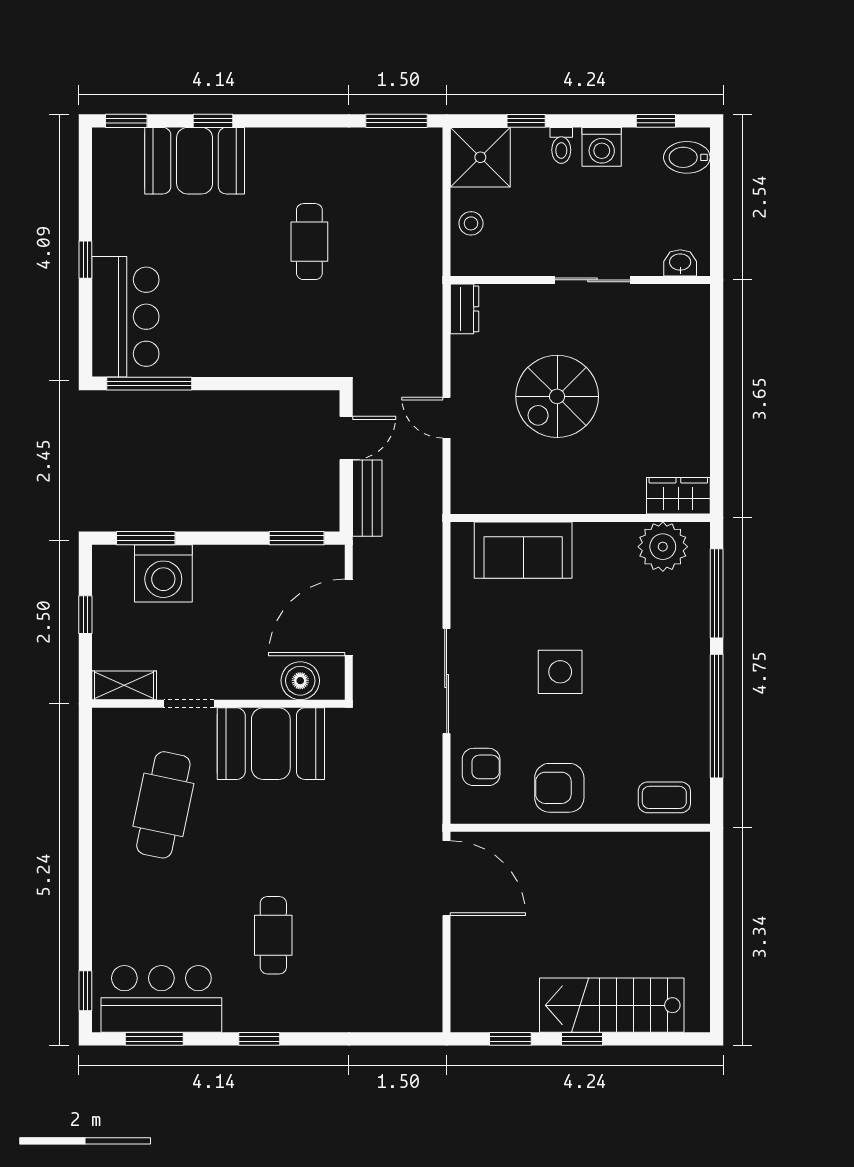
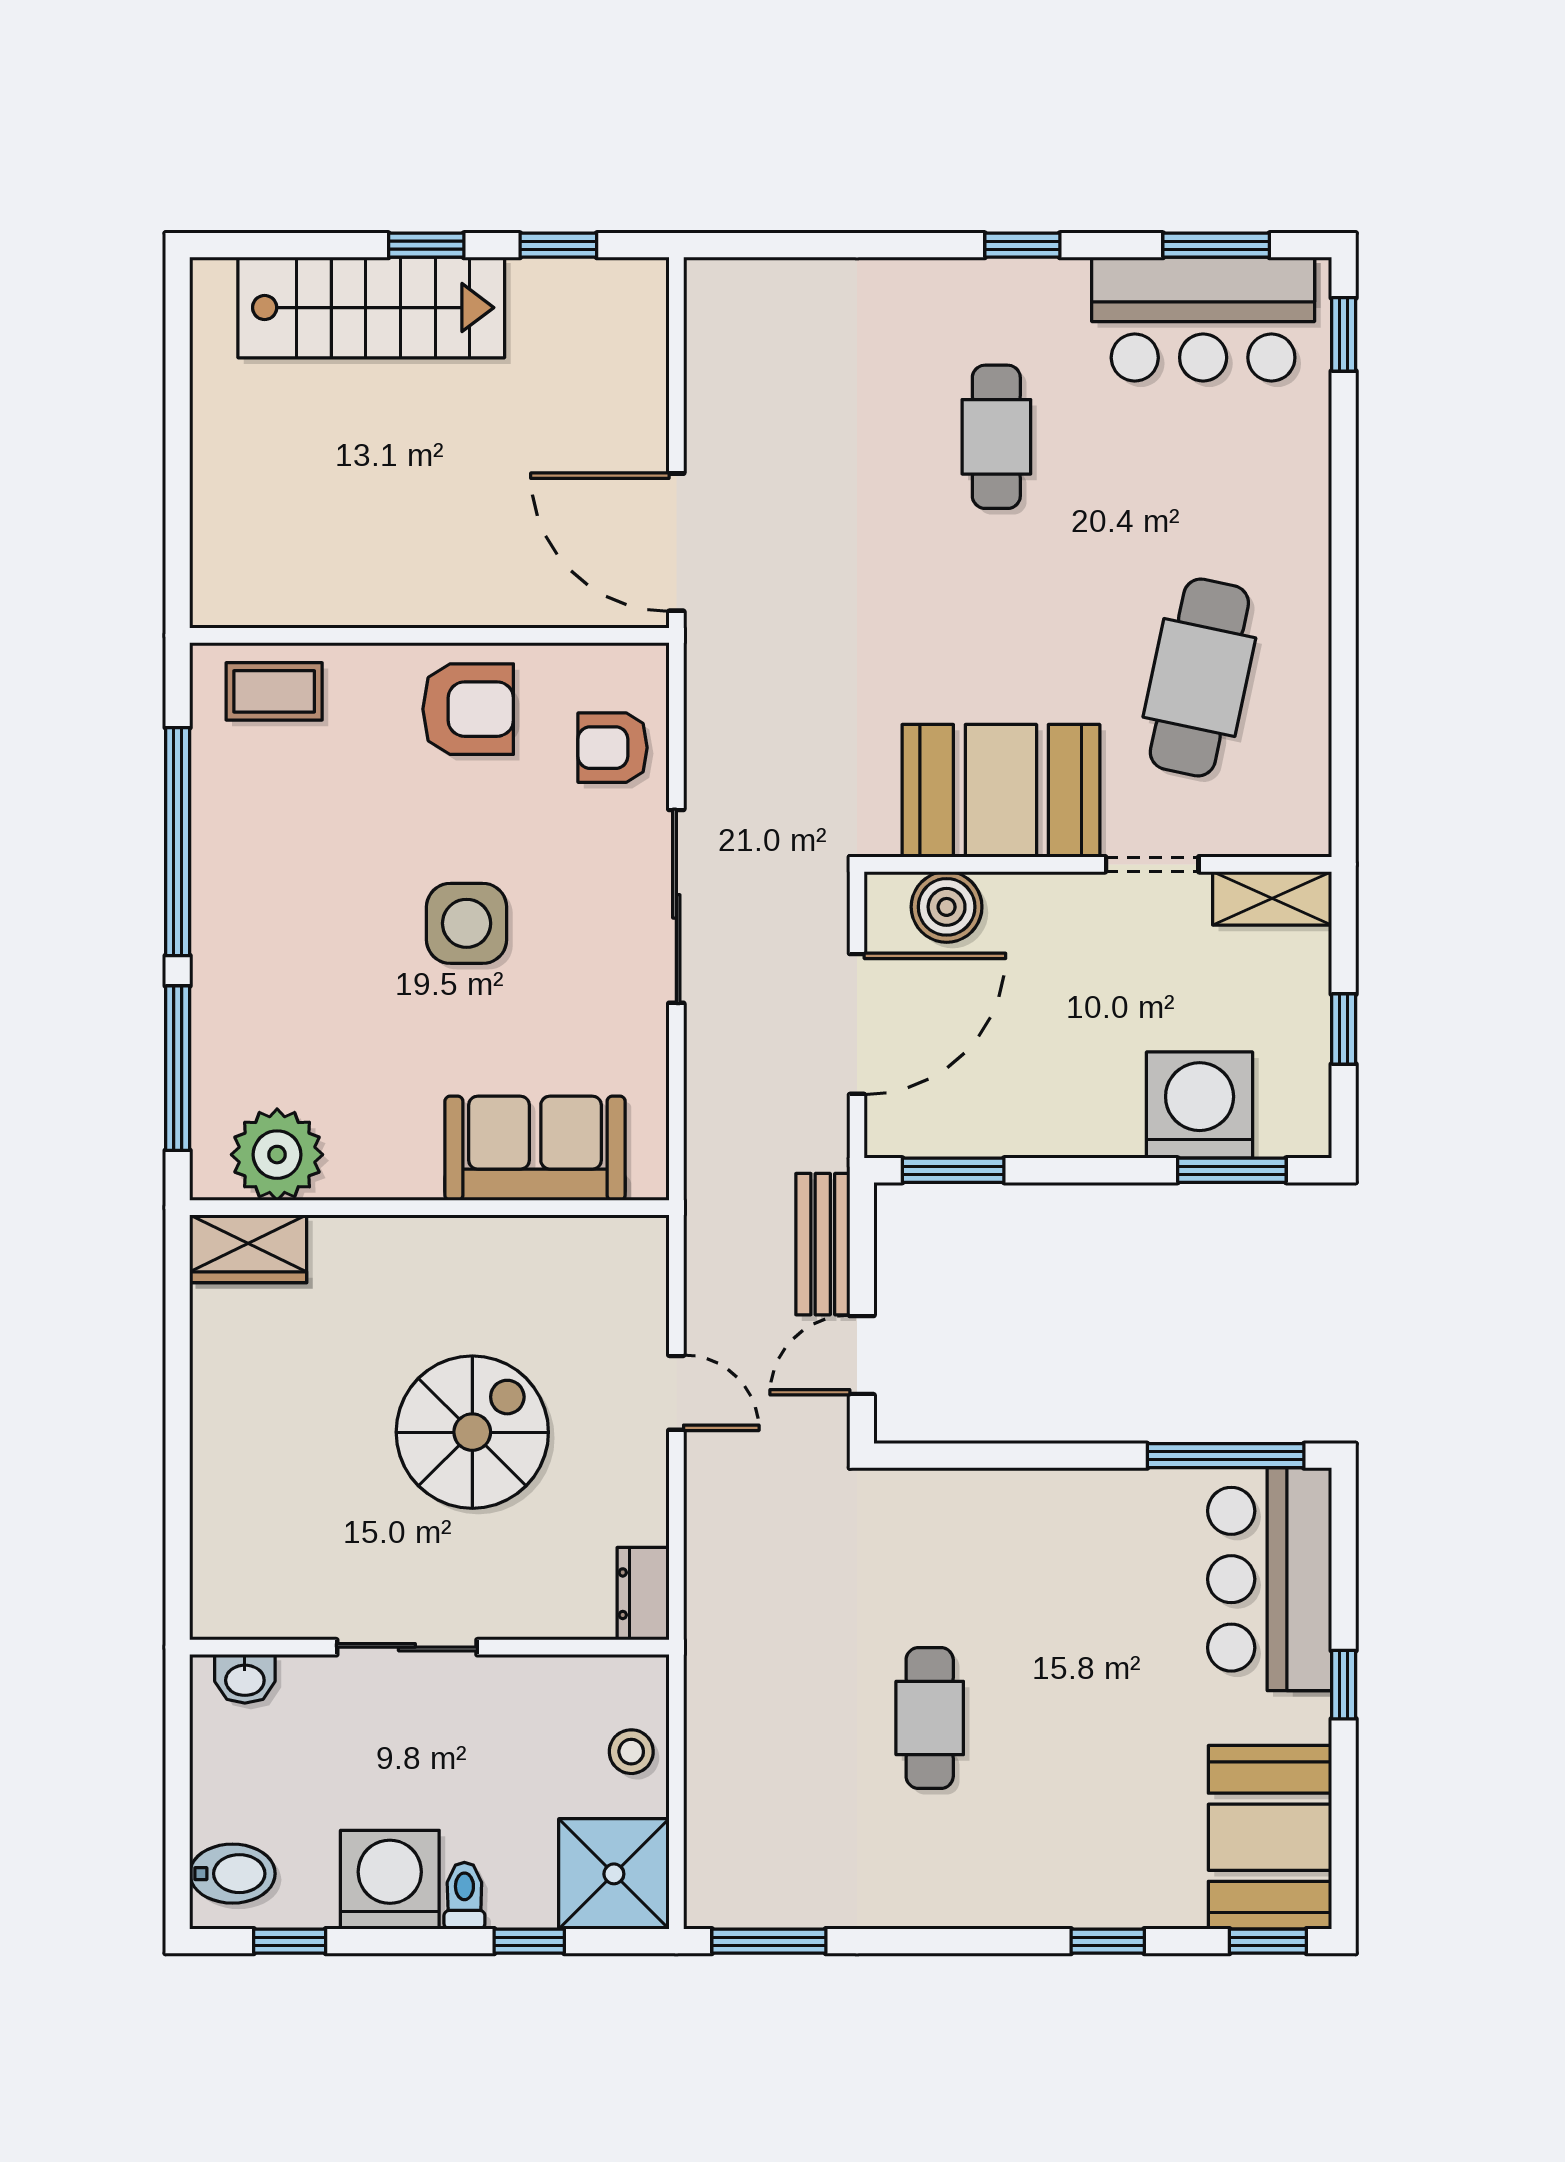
washing machine: (602, 147) -> (390, 1880), width x1.37, depth x1.37
booth: (195, 161) -> (1270, 1837), moved, turned 90

